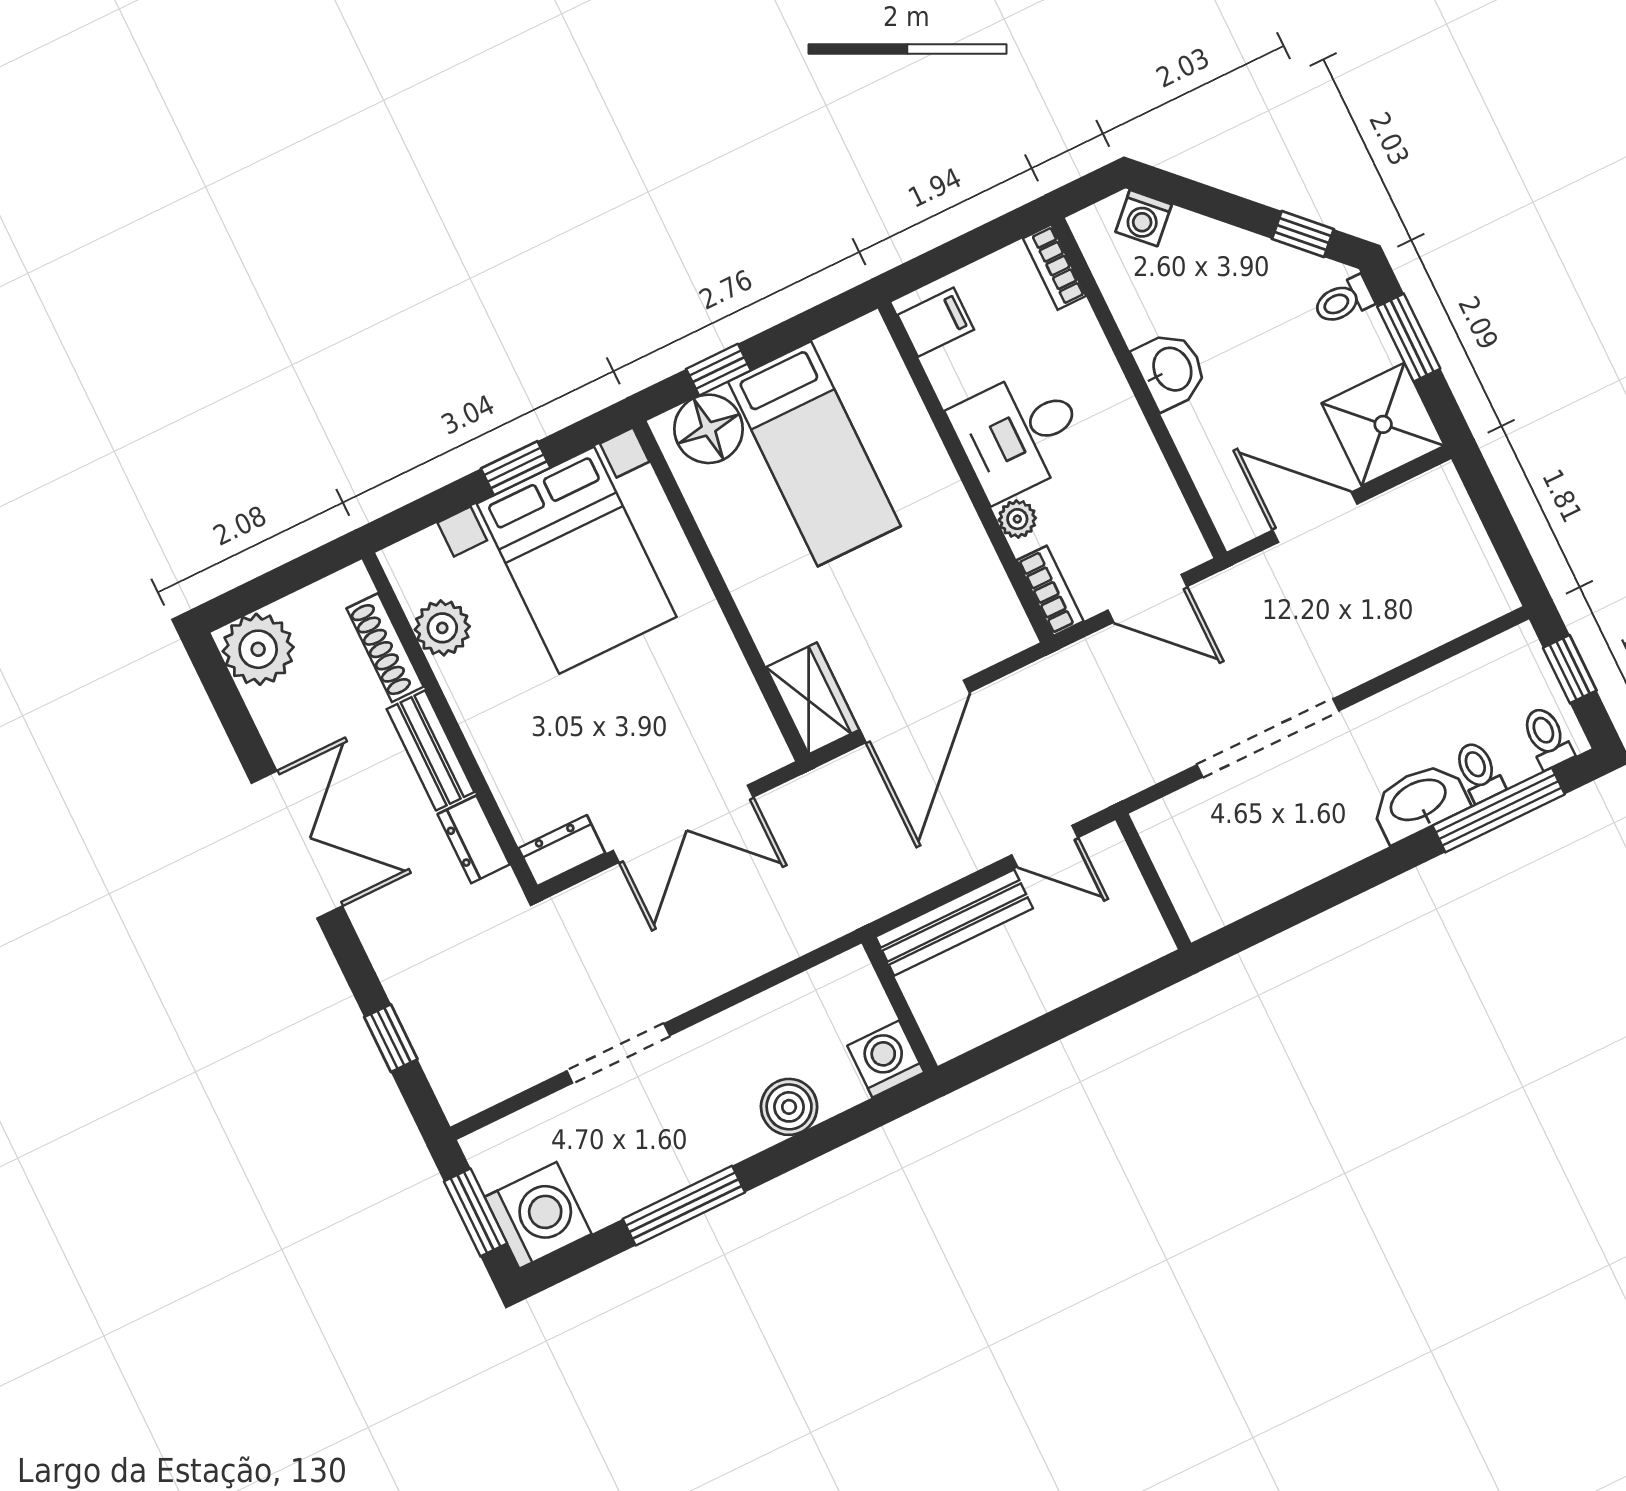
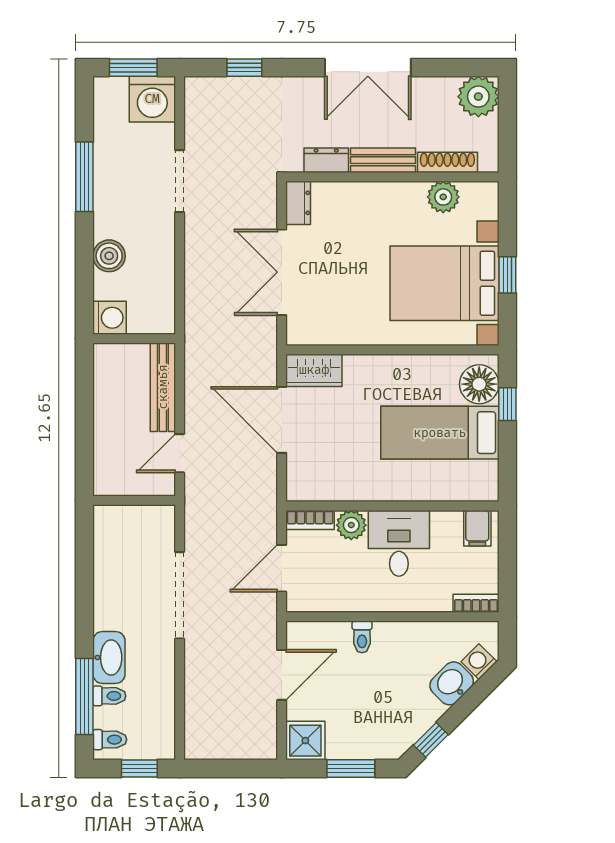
toilet: (1343, 301) -> (362, 637), moved, turned 180
washbasin: (1171, 370) -> (452, 683), moved, turned 135
shower: (1383, 424) -> (305, 741), width x0.73, depth x0.73
plant: (1017, 519) -> (351, 525), width x1.38, depth x1.38
washing machine: (538, 1215) -> (152, 99), moved

